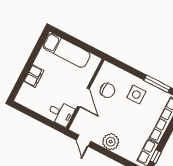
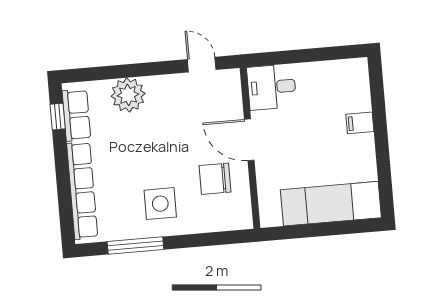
filing cabinet: (34, 76) -> (360, 123), width x0.50
plant: (111, 142) -> (128, 95), moved

